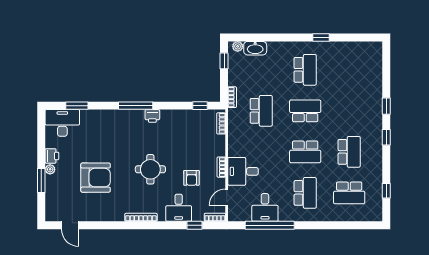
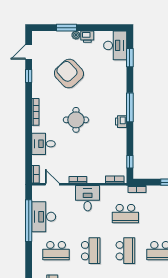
school desk: (305, 152) -> (91, 251), turned 180
desk: (243, 171) -> (88, 198), moved
armchair: (96, 178) -> (69, 74), turned 137
armchair: (191, 178) -> (69, 155), removed
desk: (265, 207) -> (44, 217), width x1.37
window: (194, 225) -> (29, 76), moved

